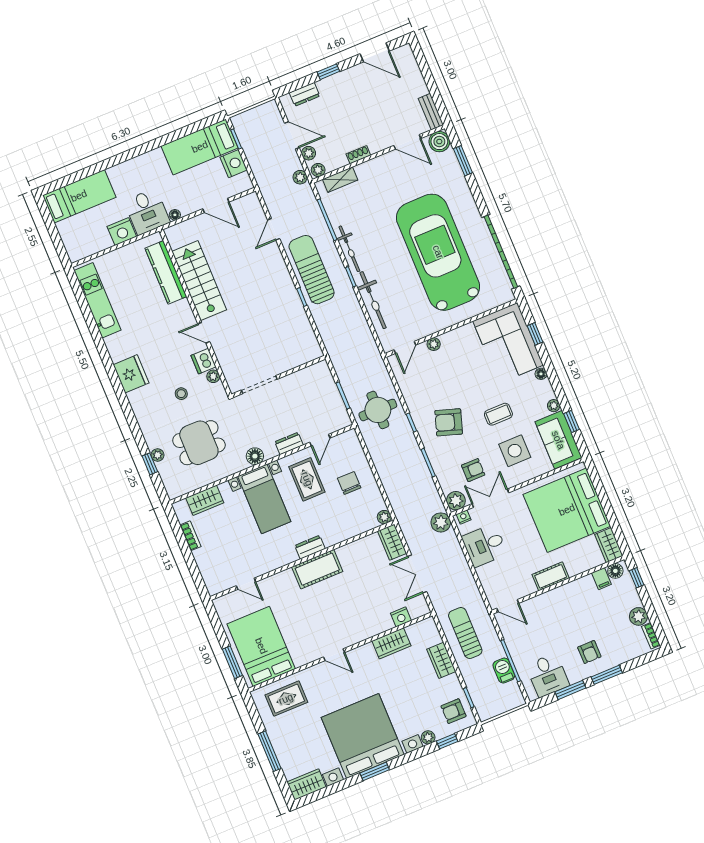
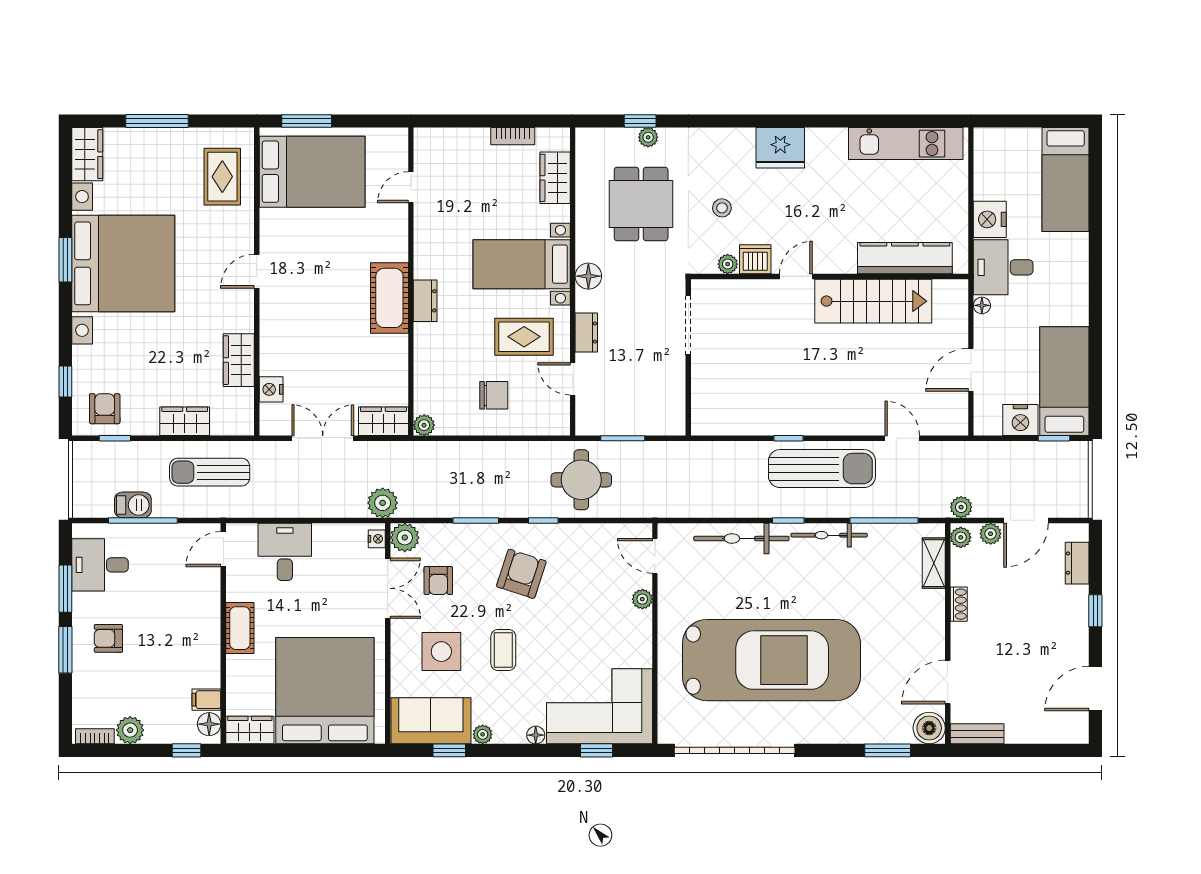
desk: (485, 545) -> (285, 552), moved
sun lounger: (465, 633) -> (210, 472), turned 180
plant: (428, 737) -> (82, 356), removed

